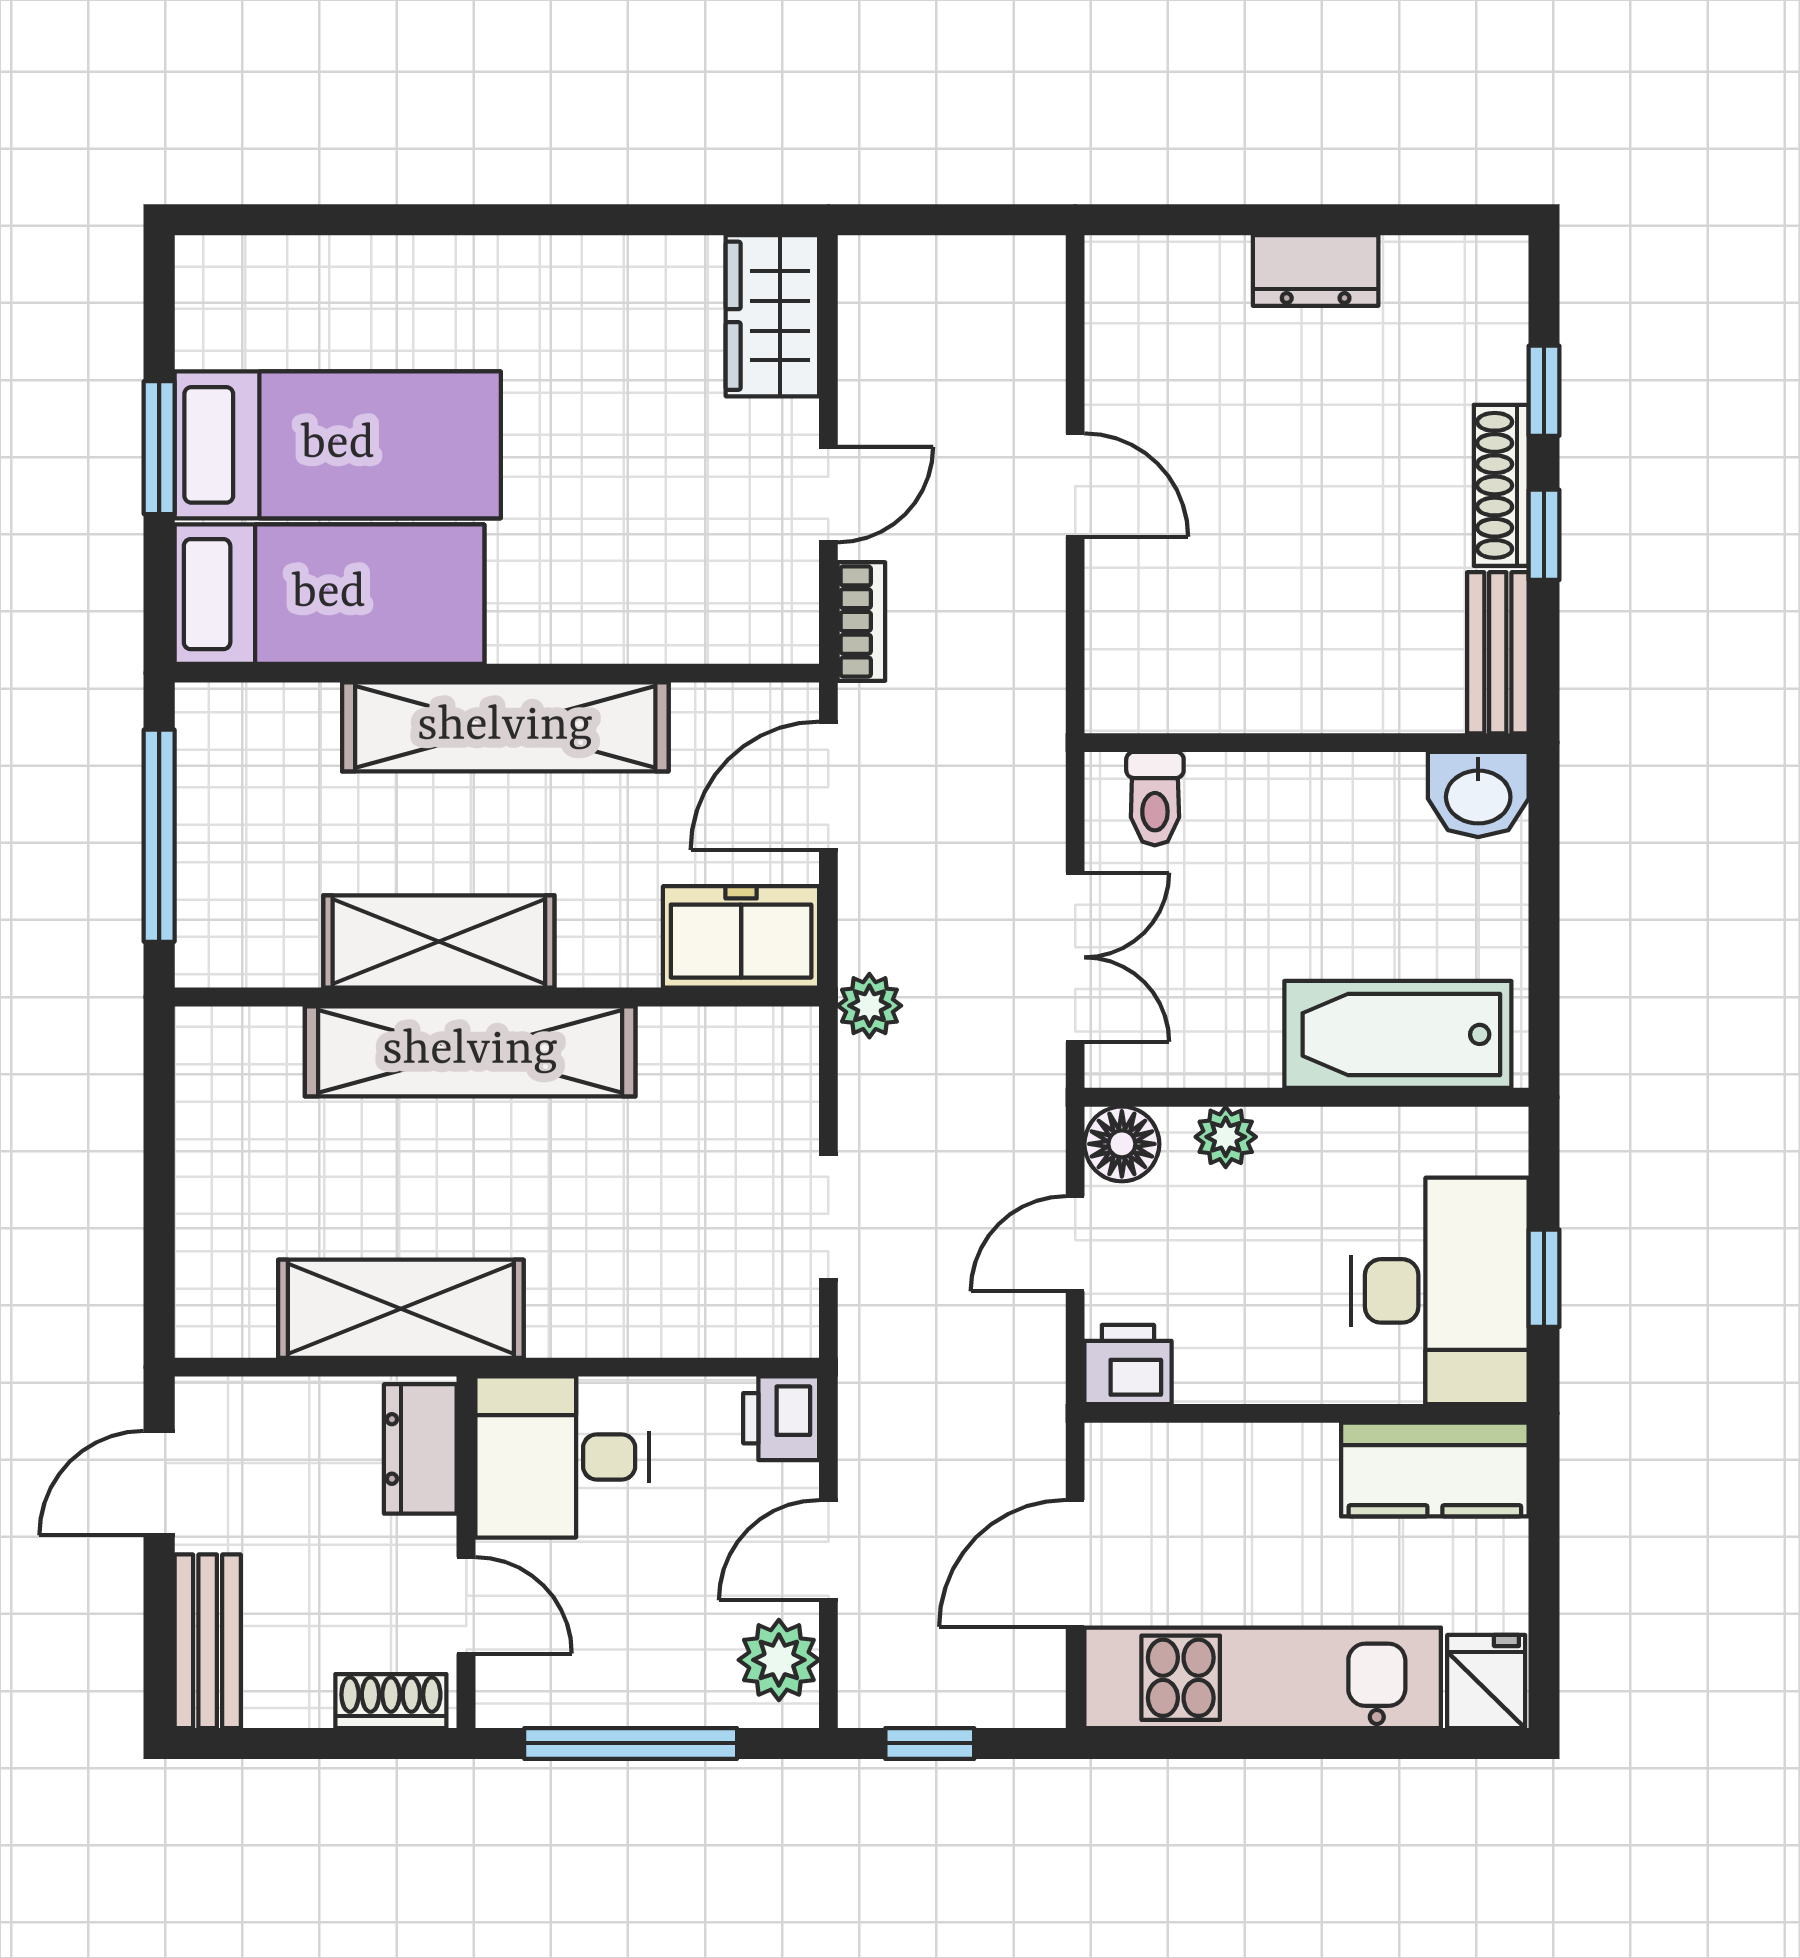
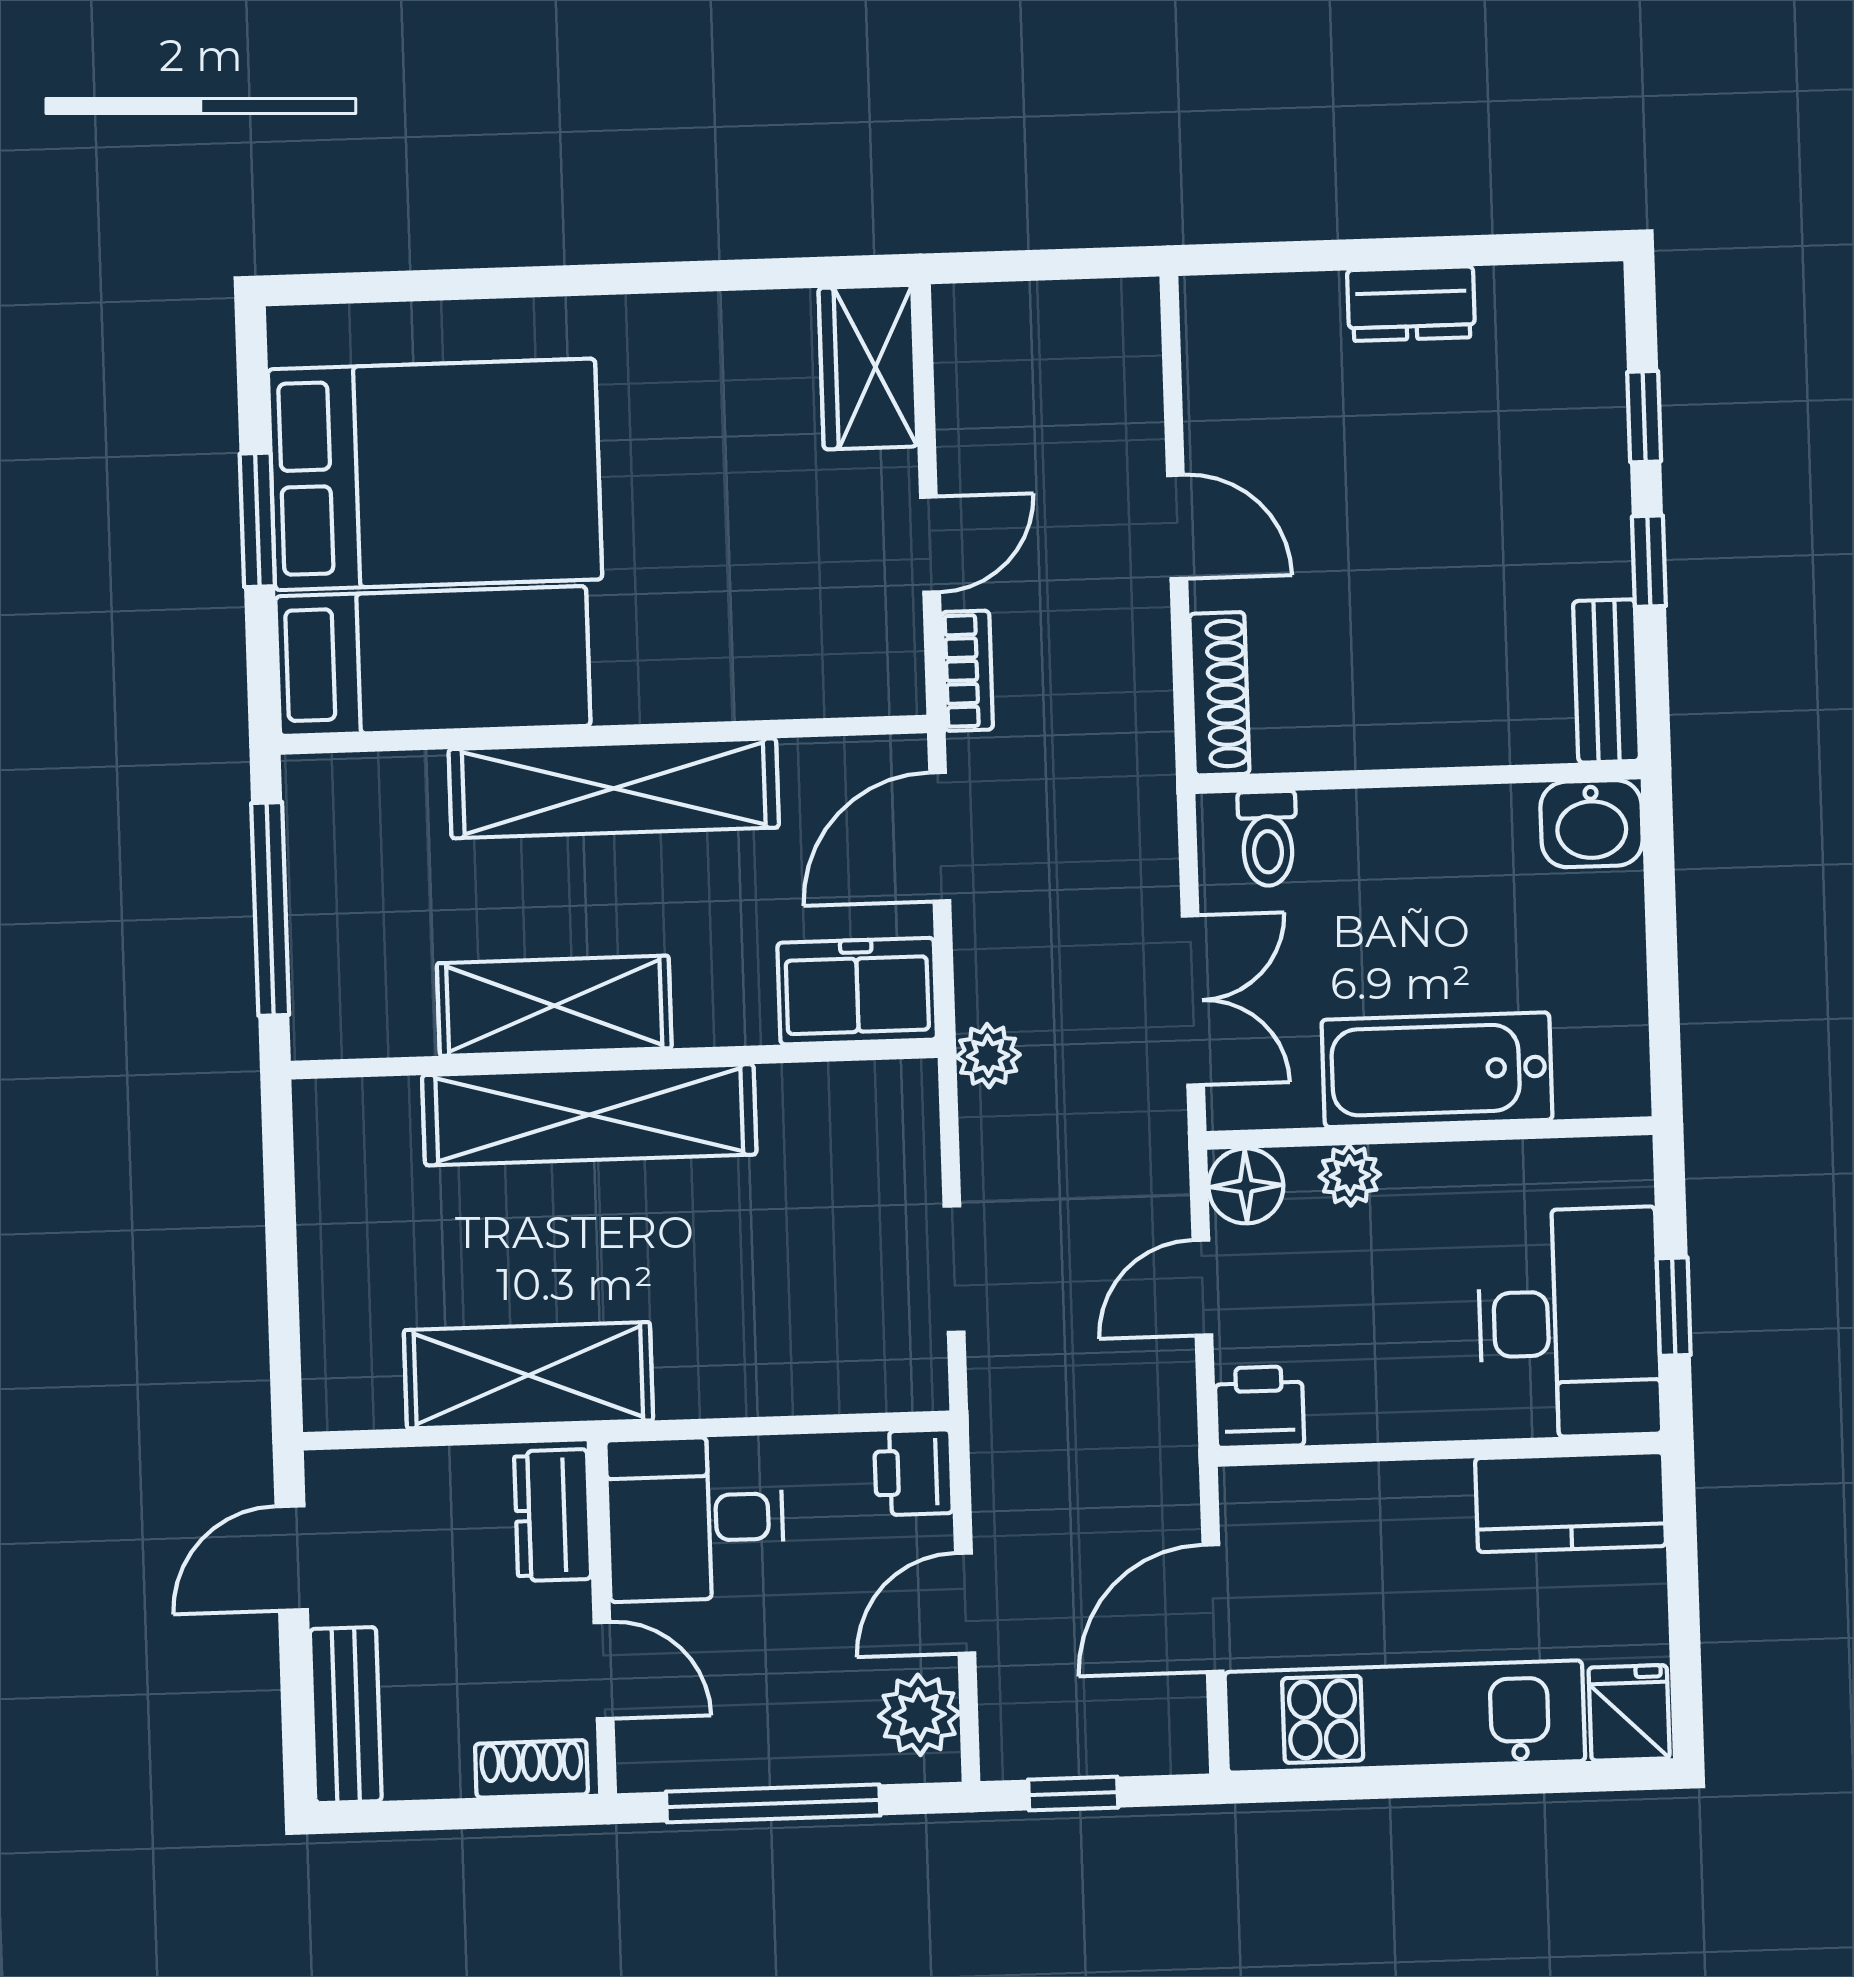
bed: (338, 445) -> (435, 474), width x1.50
shoe rack: (1501, 485) -> (1219, 694), moved, turned 180
bathtub: (1398, 1034) -> (1437, 1070), moved

